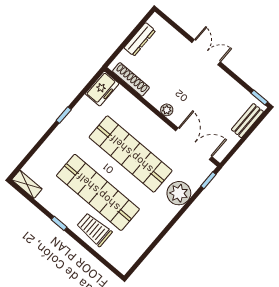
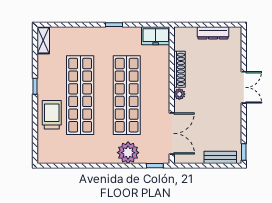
shoe rack: (131, 79) -> (180, 69), moved

